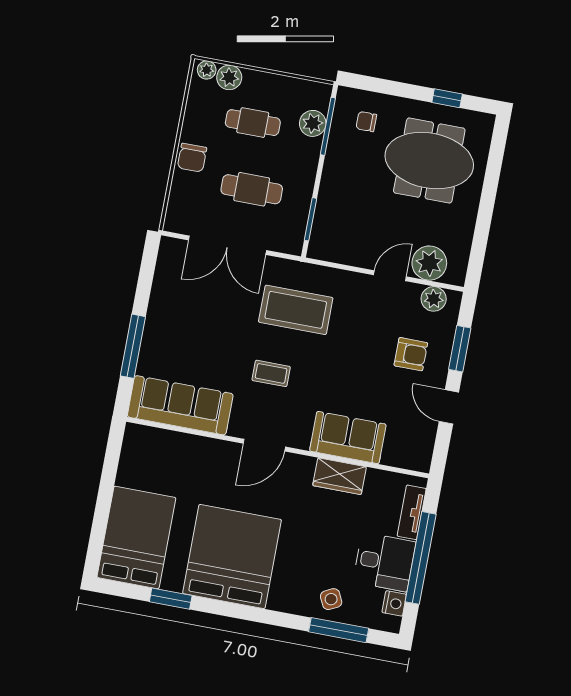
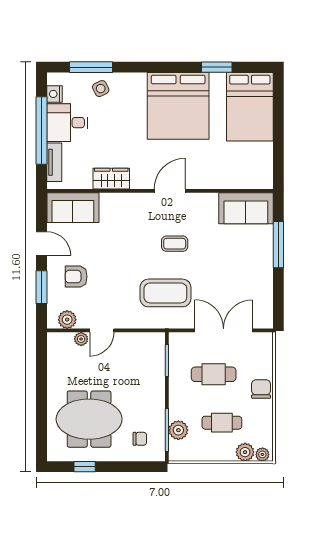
plant: (429, 263) -> (81, 339), width x0.53, depth x0.53
sofa: (180, 405) -> (246, 208), width x0.73
sofa: (348, 438) -> (73, 208), moved

